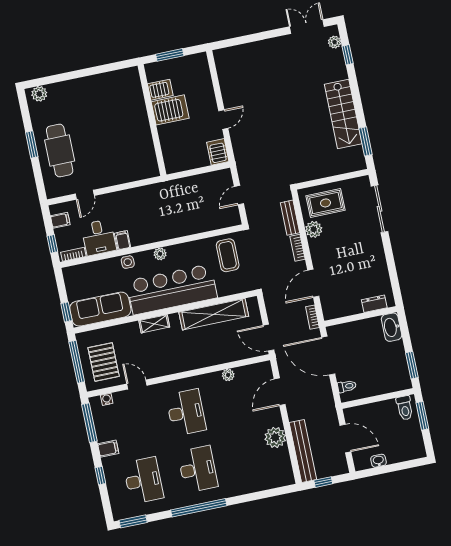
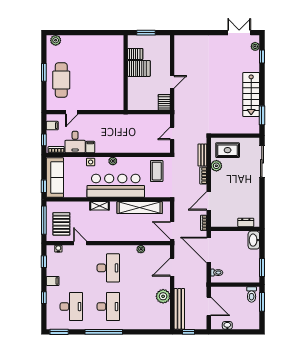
sofa: (100, 309) -> (55, 177), moved, turned 90
window: (89, 423) -> (44, 262), width x0.46

